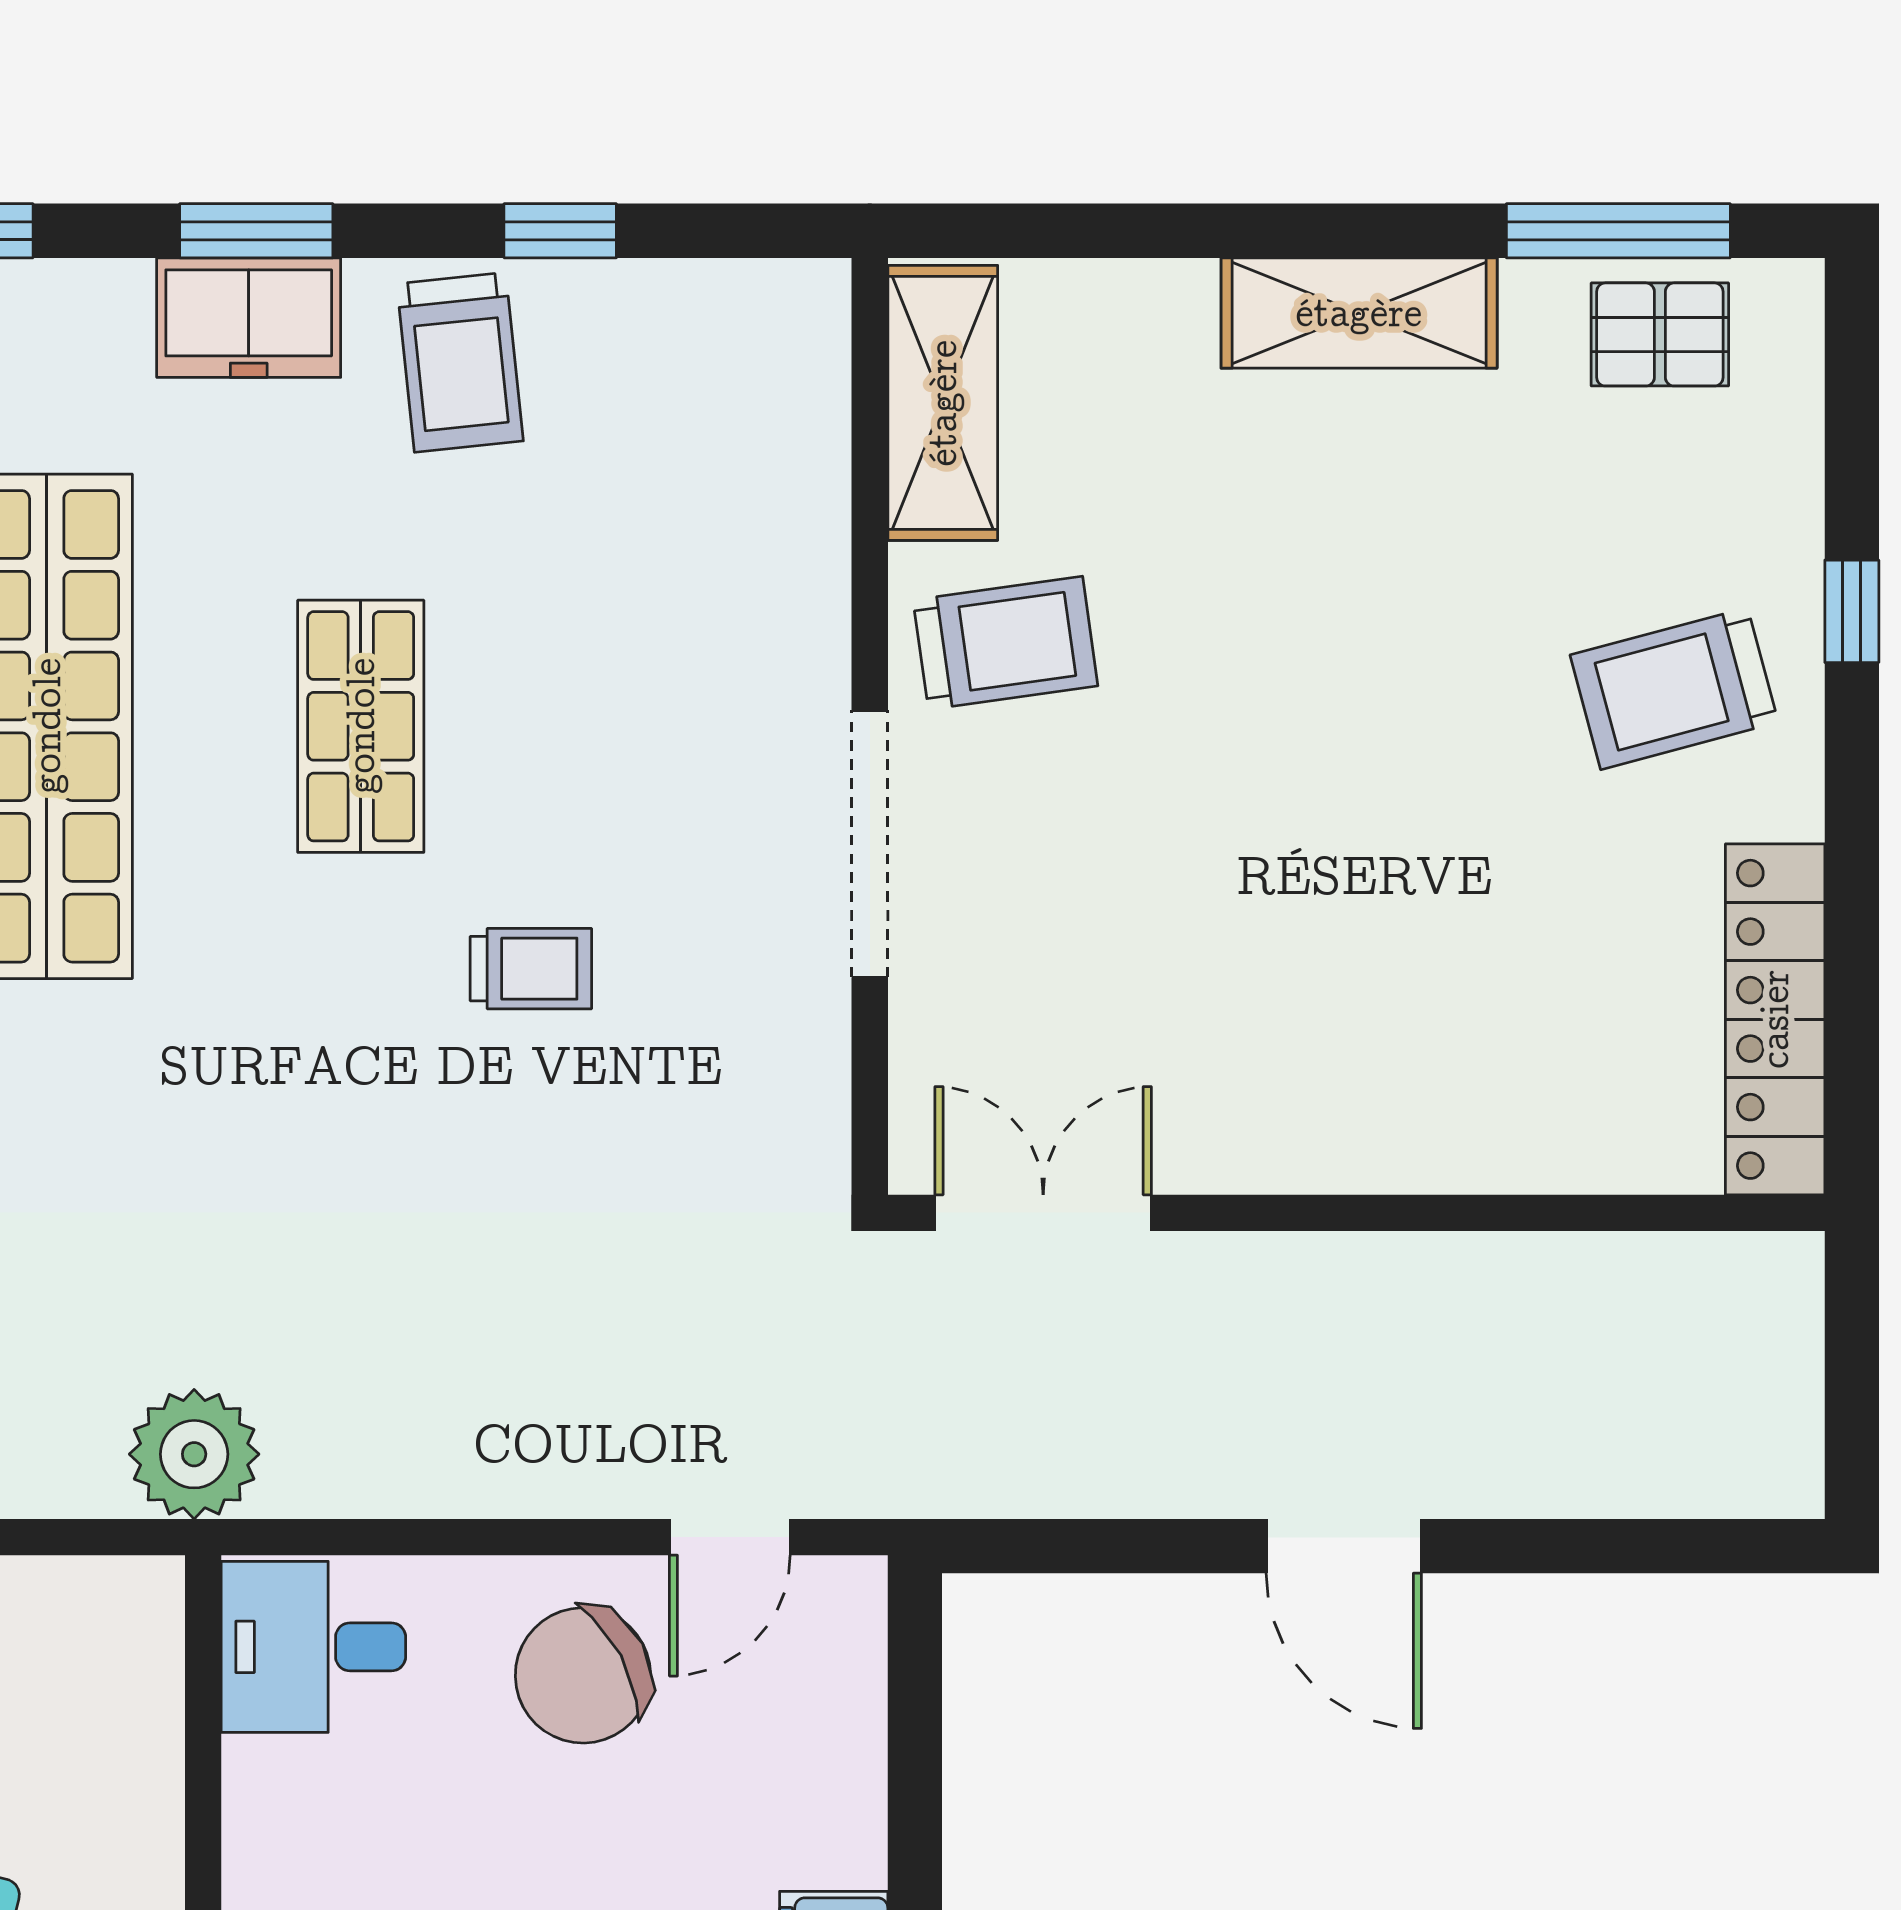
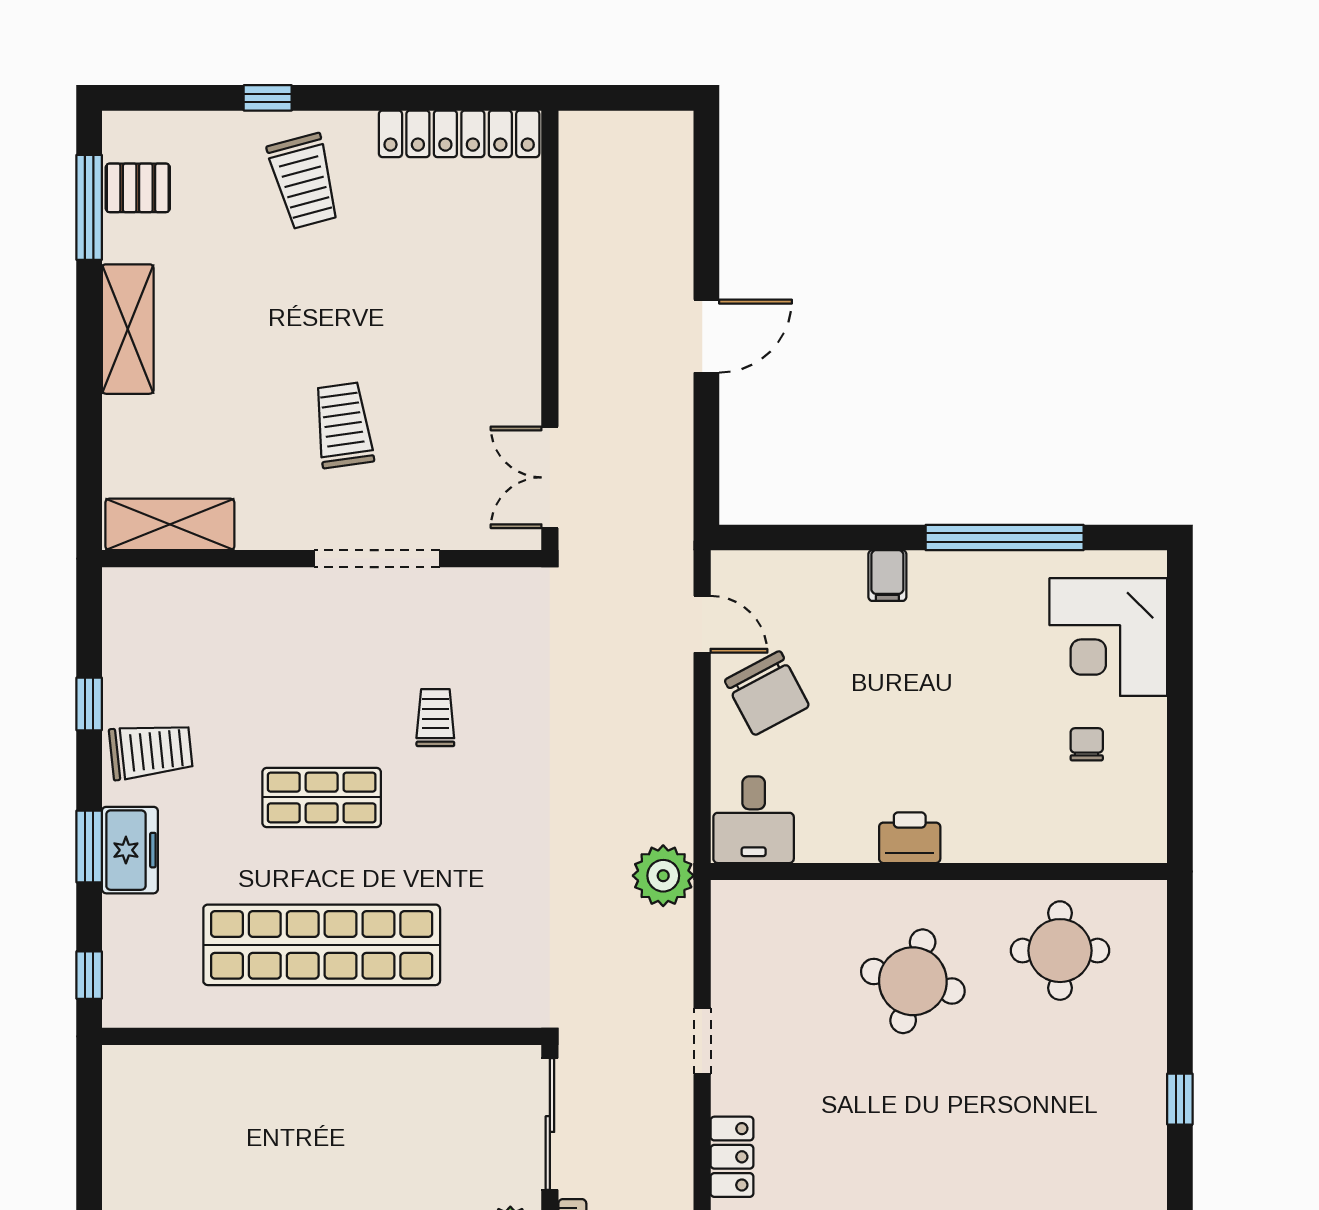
pallet: (1660, 334) -> (138, 188), turned 90
trolley: (1005, 643) -> (343, 425), moved

